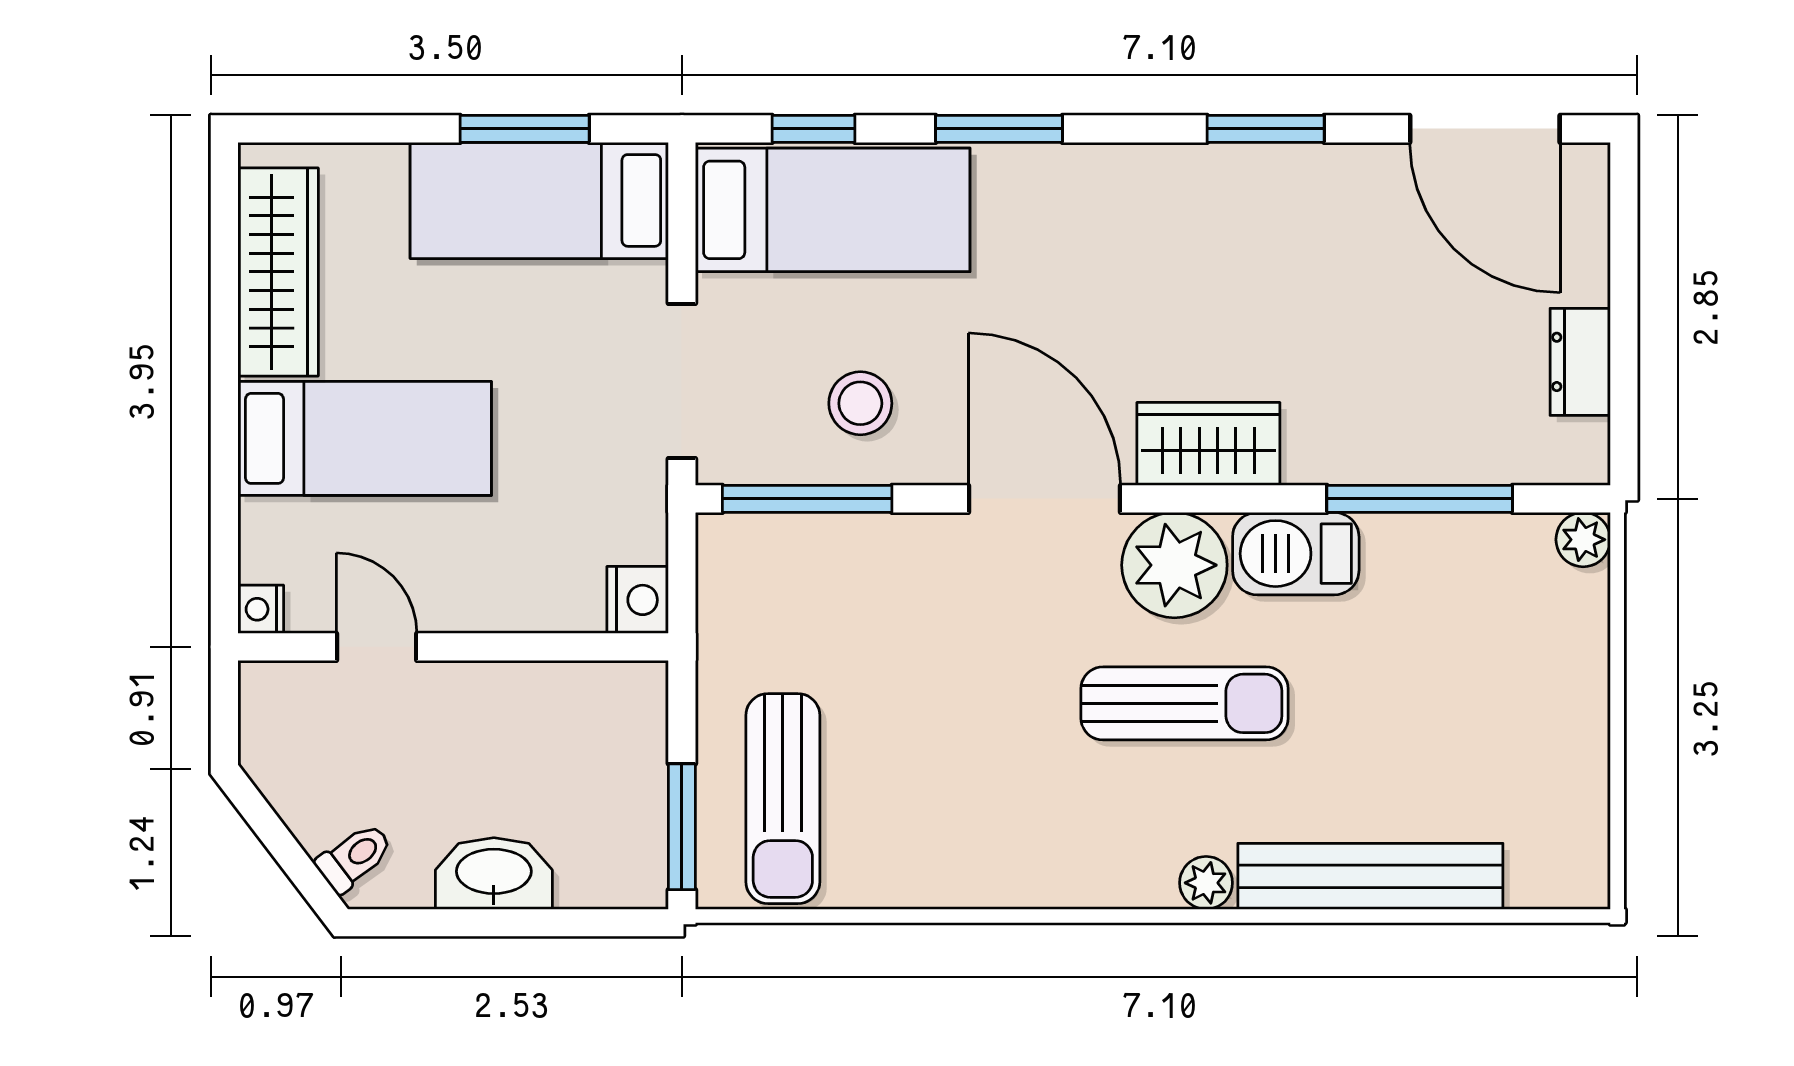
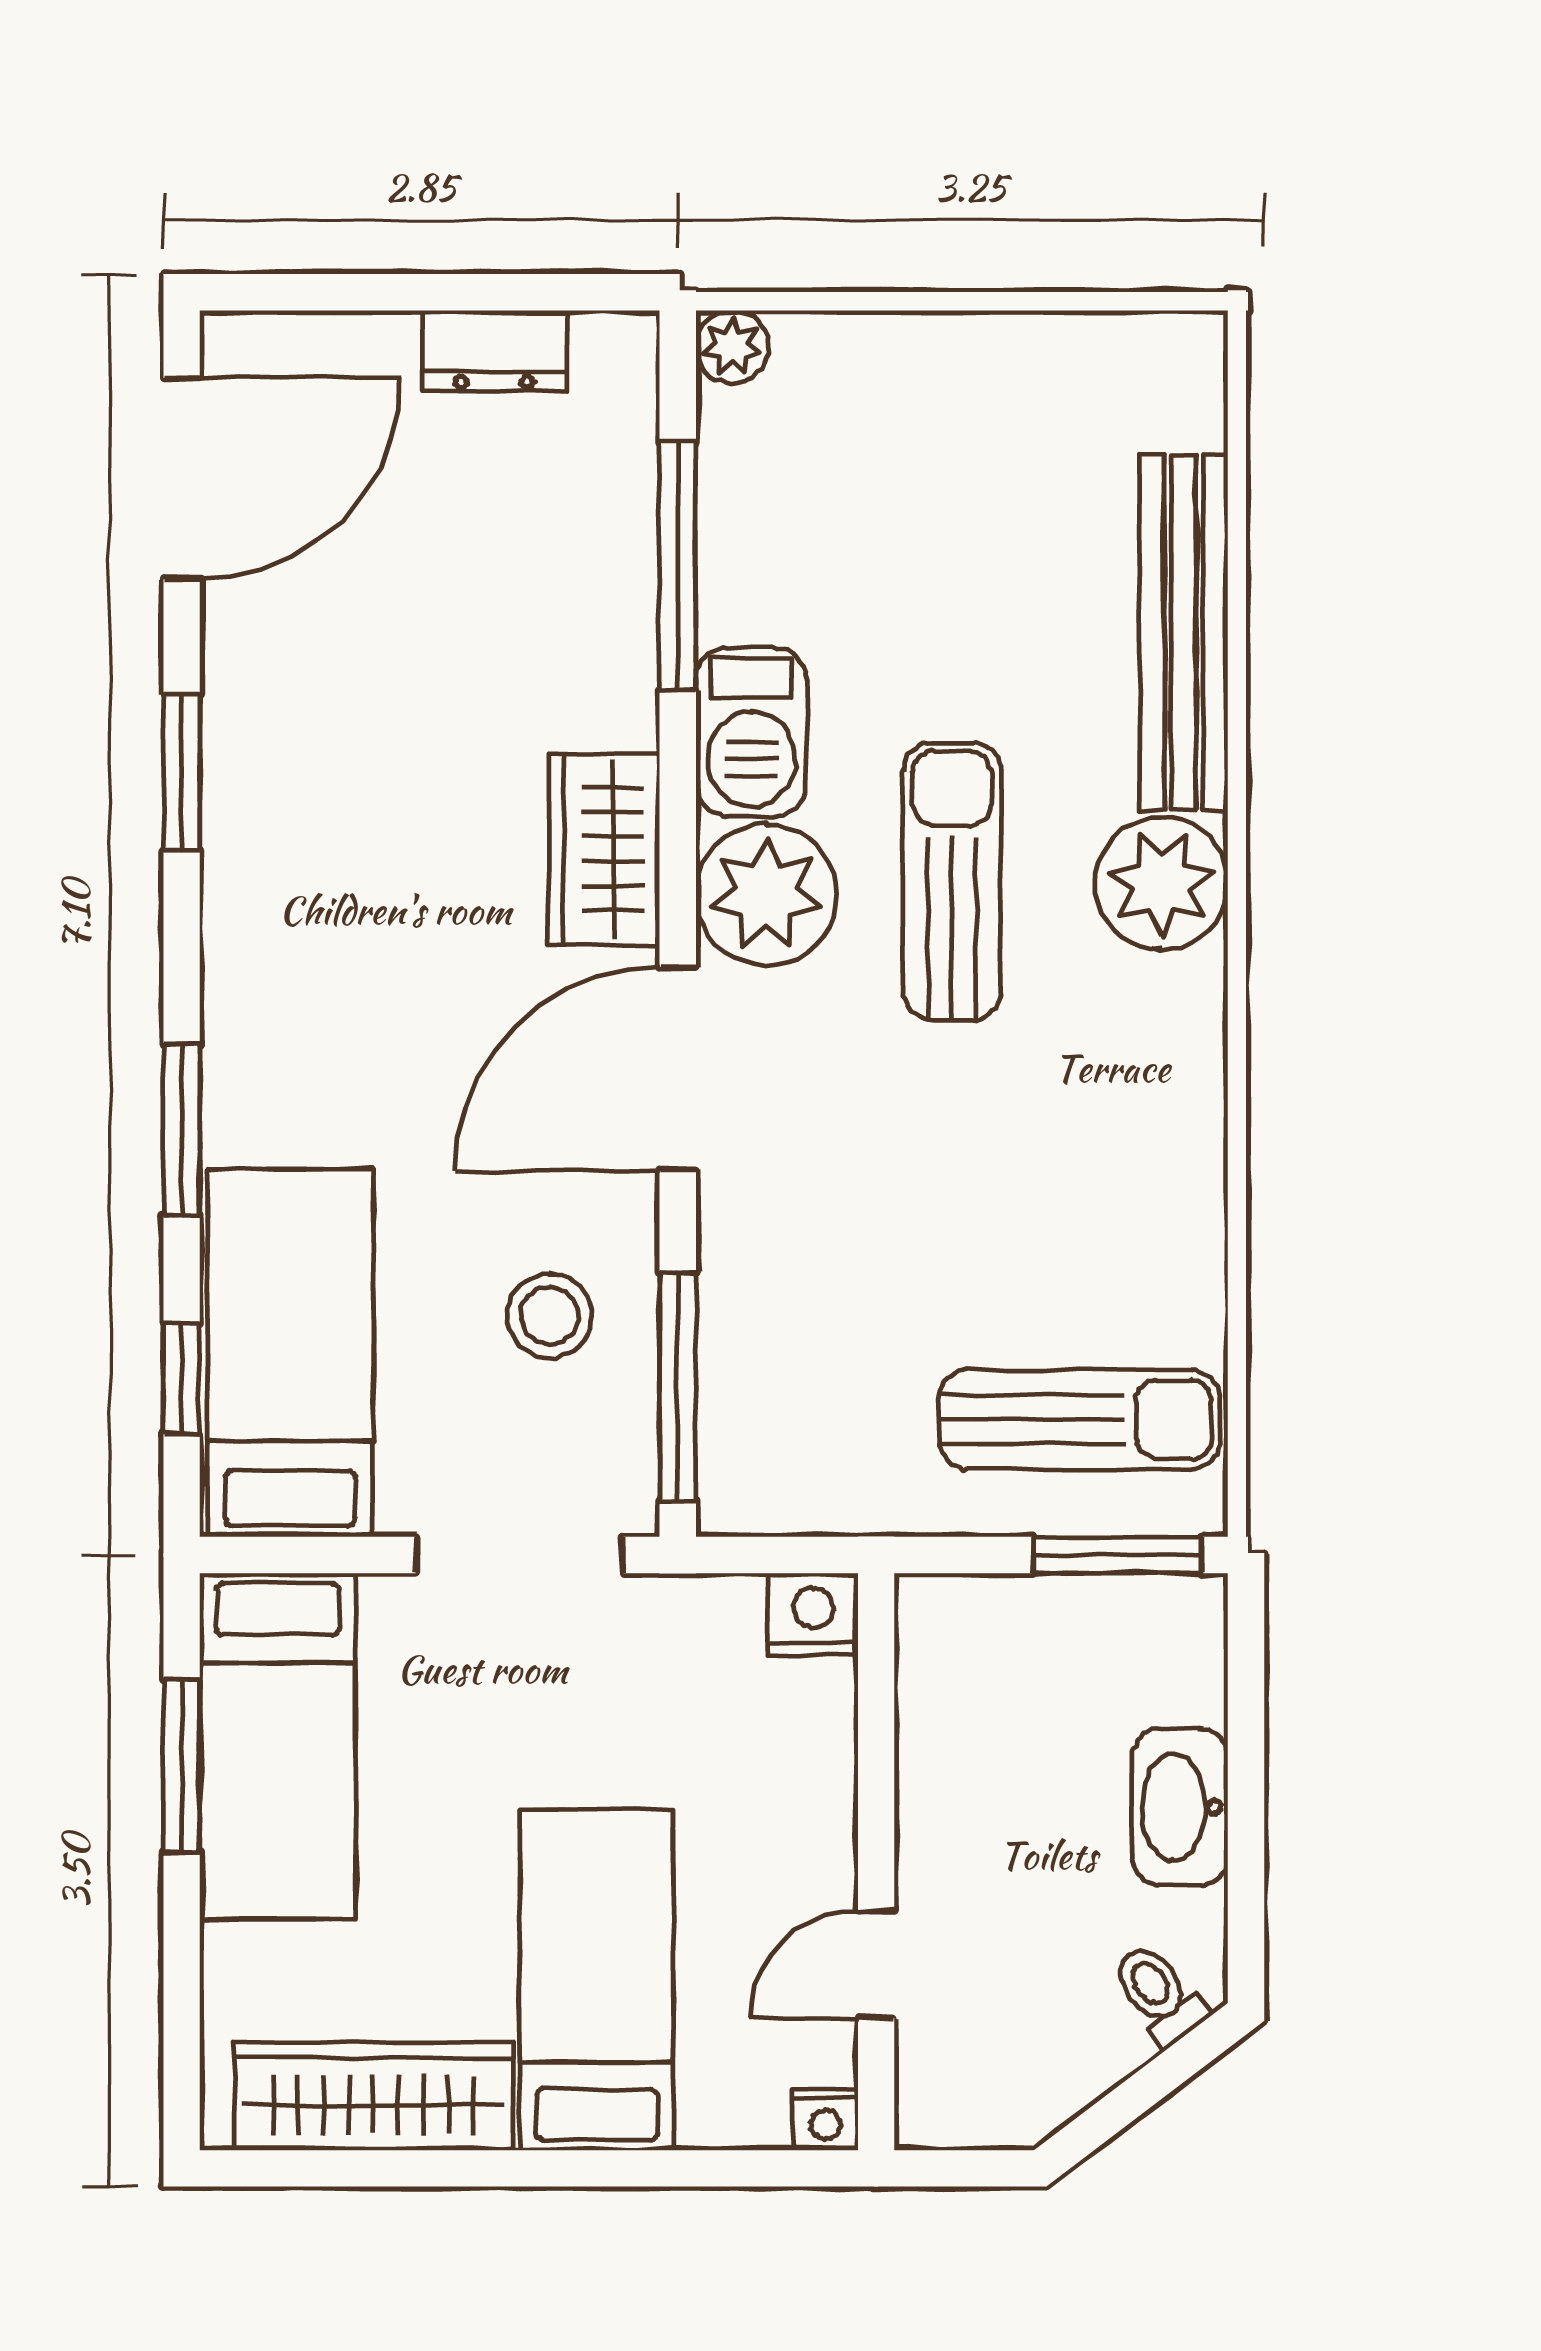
plant: (1206, 883) -> (1162, 883), width x1.88, depth x1.88

